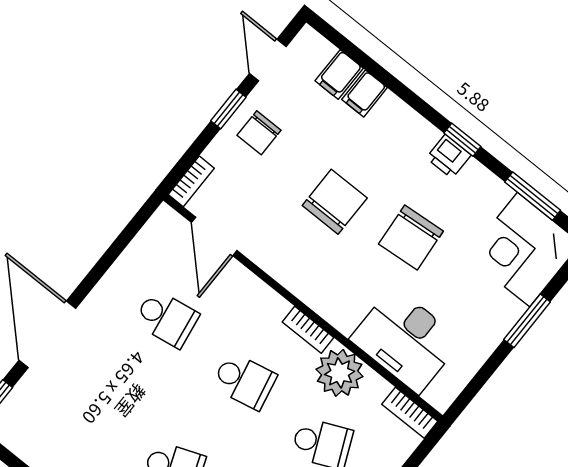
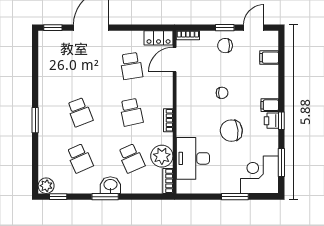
filing cabinet: (365, 93) -> (270, 105), moved
chair: (335, 202) -> (222, 93), width x0.54, depth x0.54
locker: (156, 234) -> (159, 38), added
plant: (340, 373) -> (162, 156), moved

